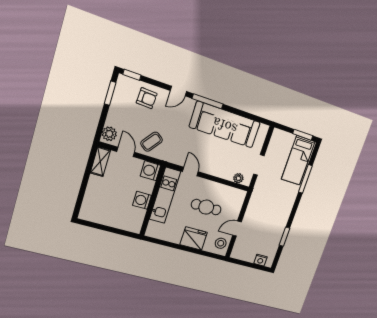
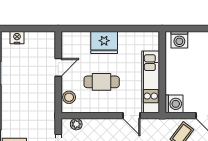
washing machine: (142, 200) -> (179, 40), moved, turned 90
stool: (221, 243) -> (69, 97), moved

